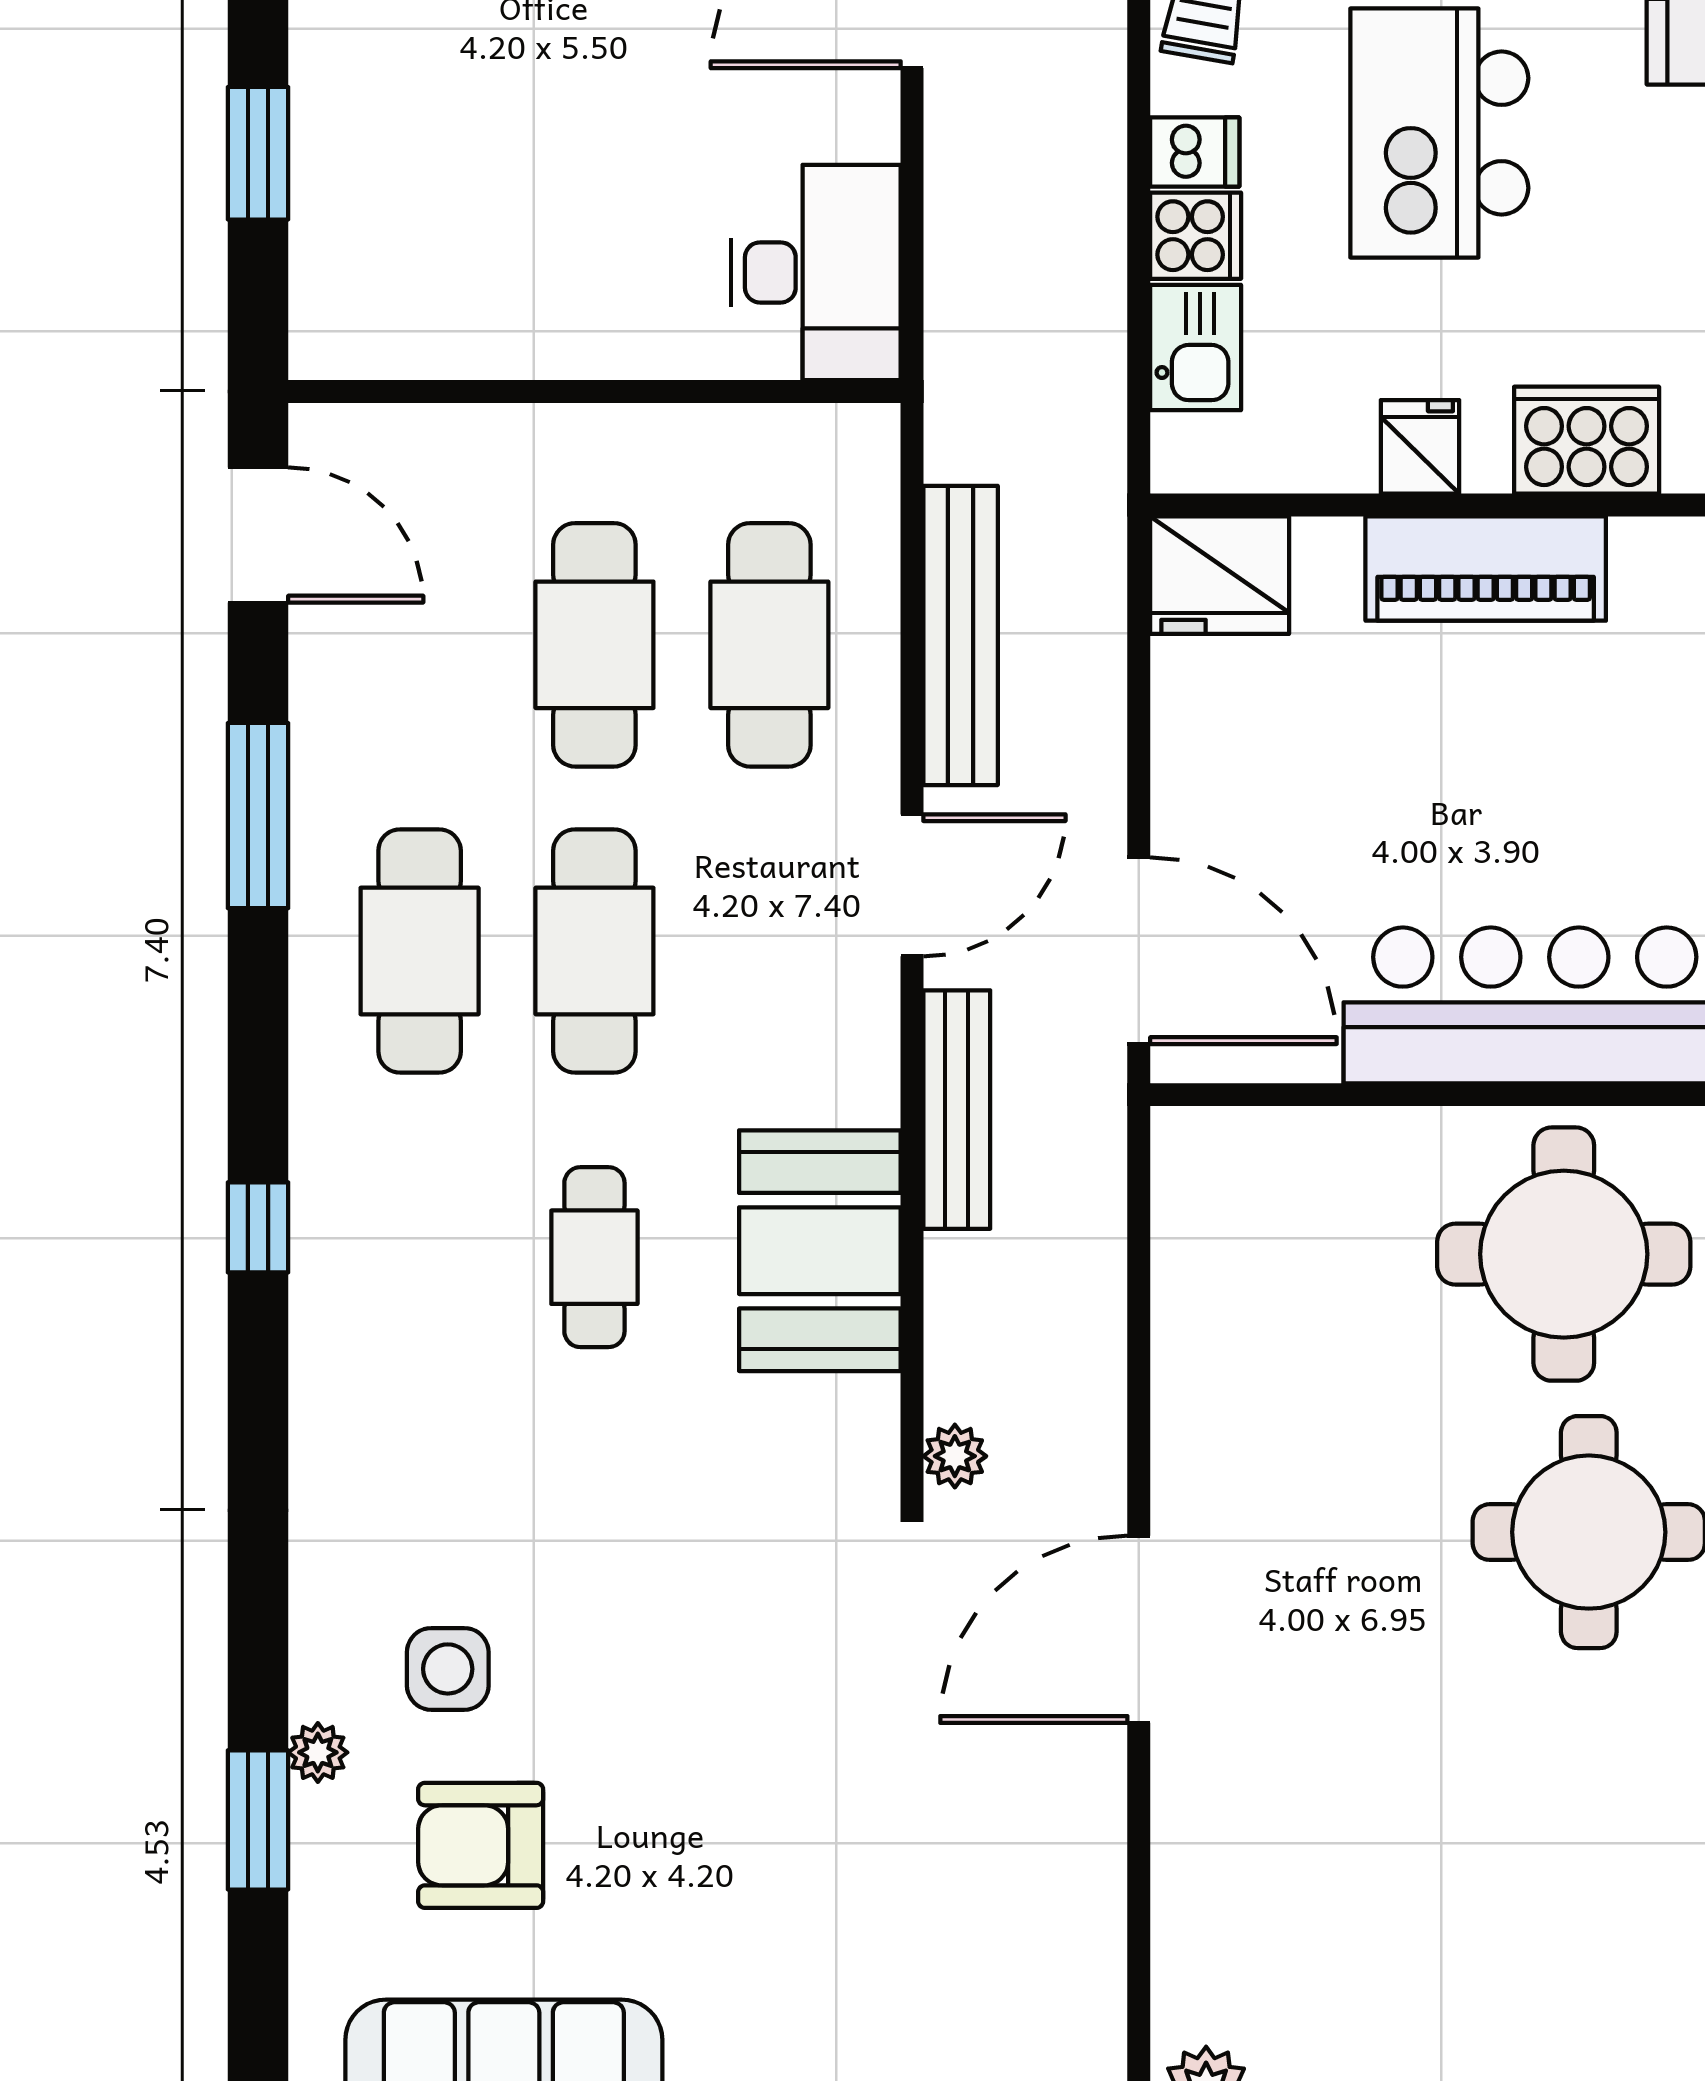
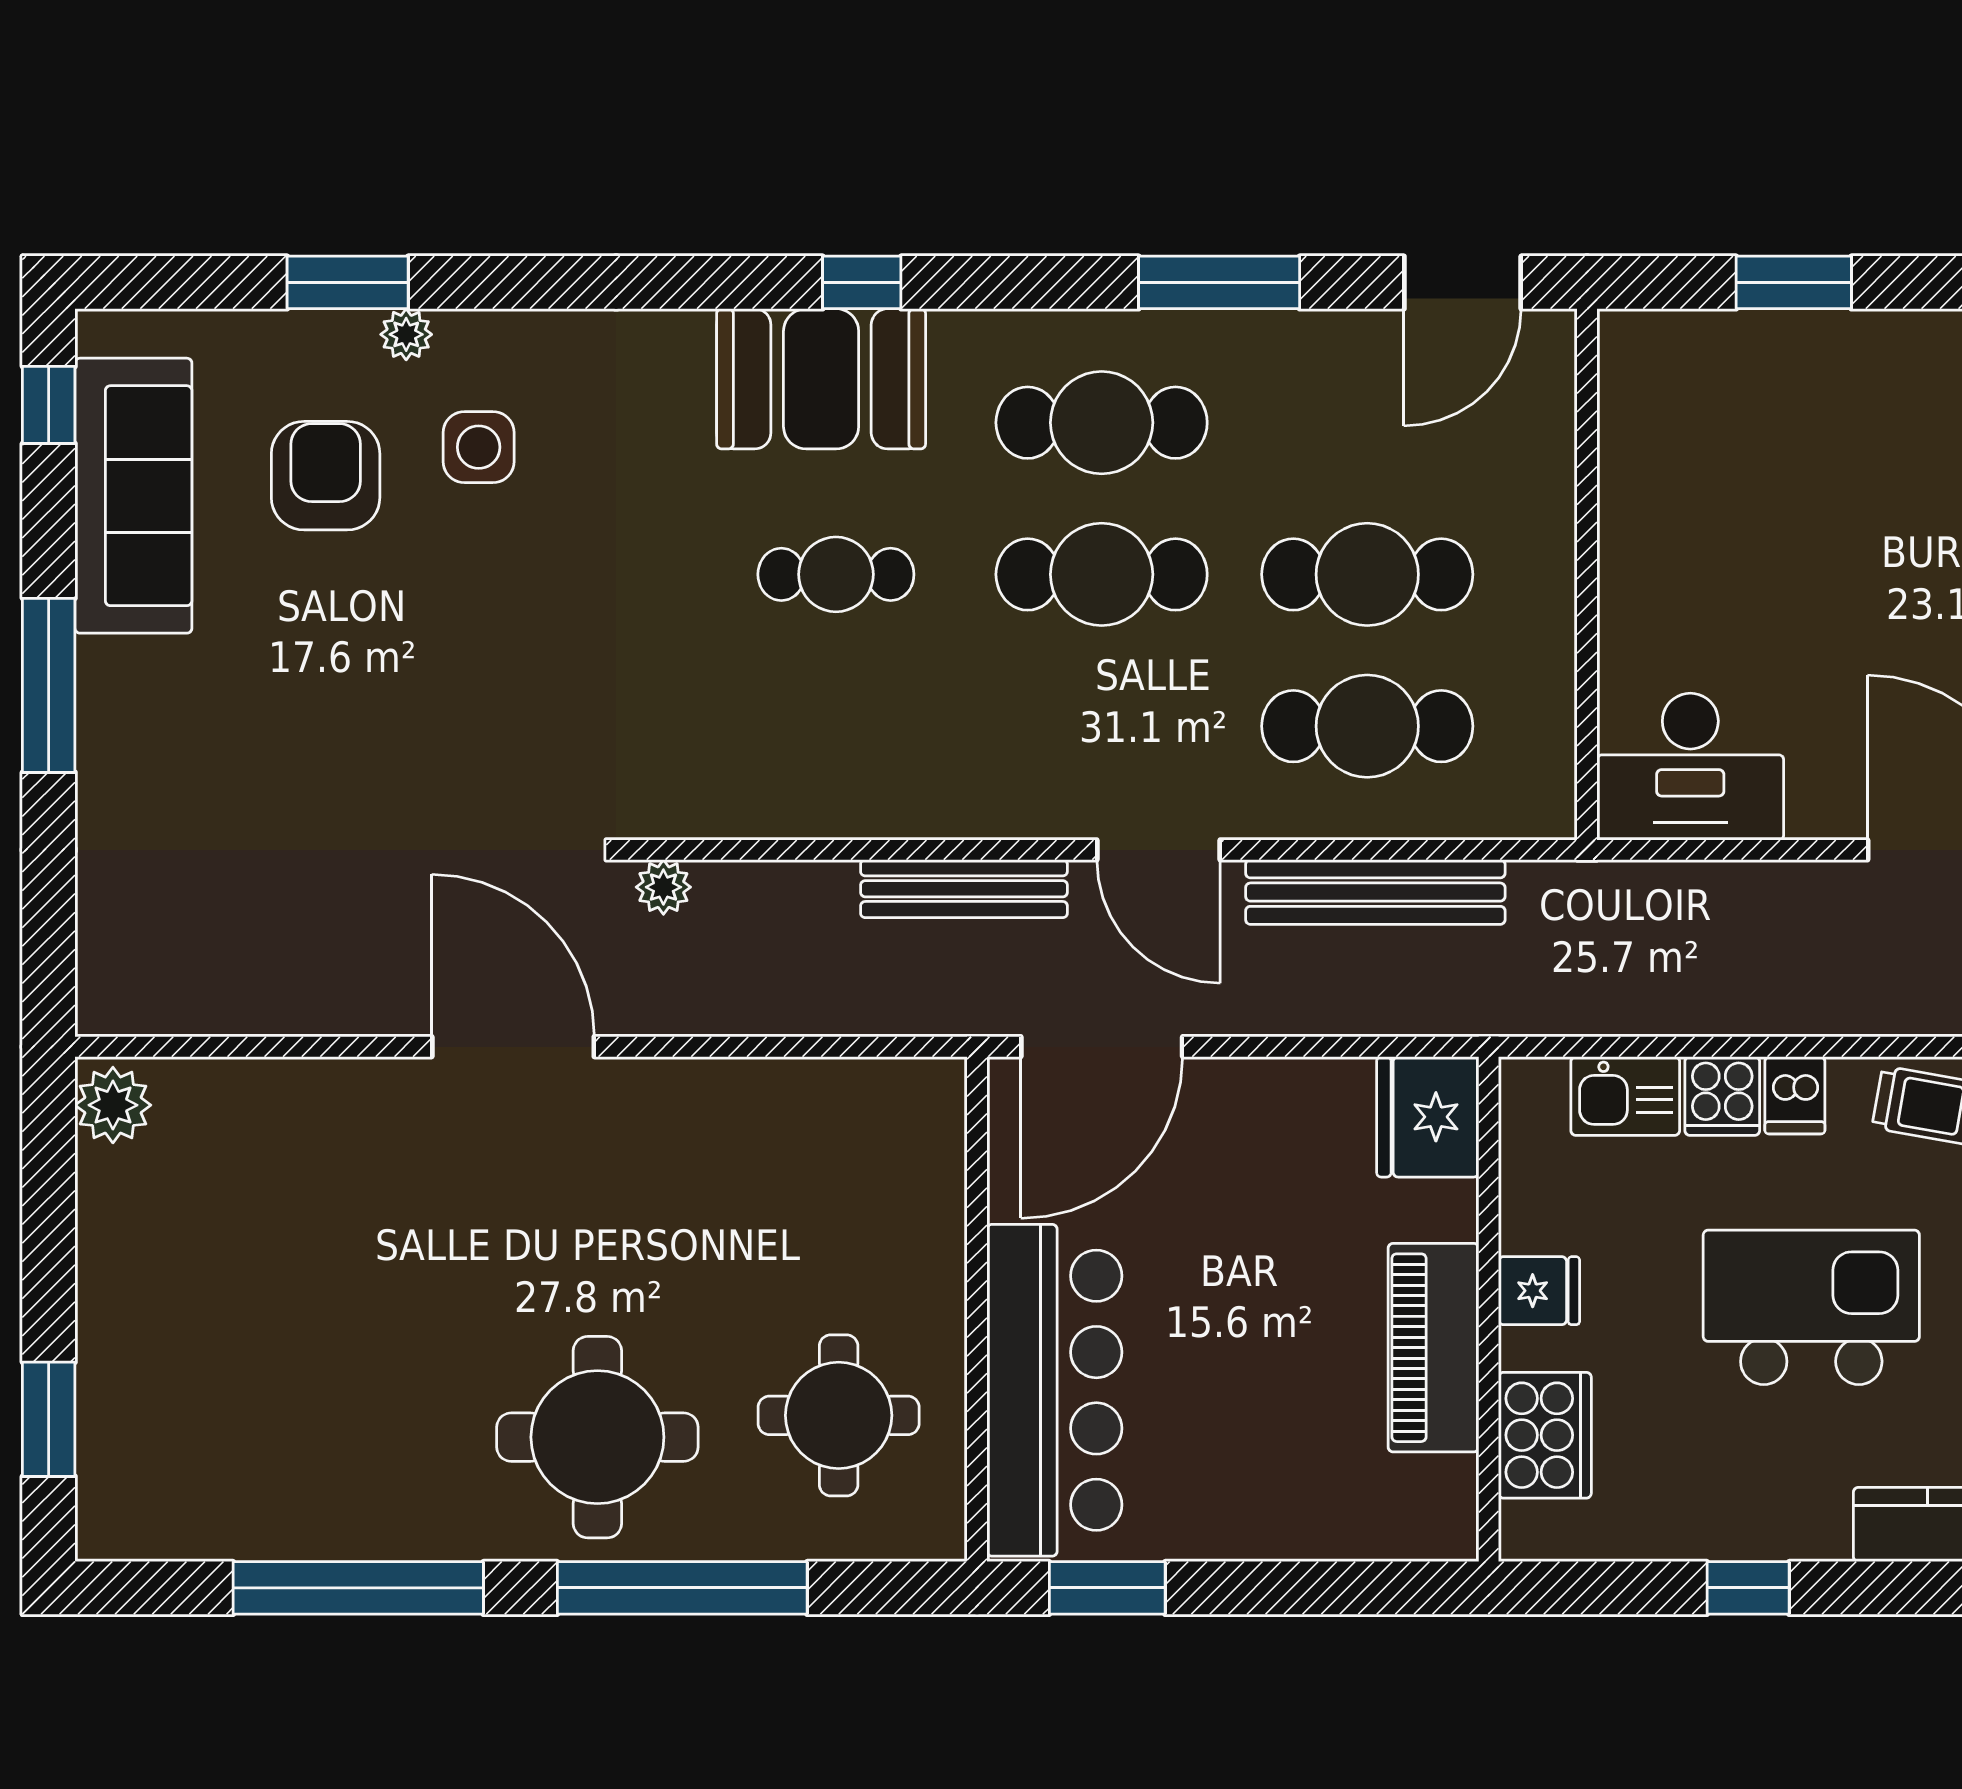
booth: (820, 1251) -> (821, 379), moved
round table: (1564, 1254) -> (839, 1415), width x0.73, depth x0.73

